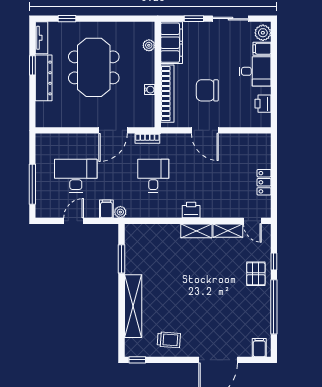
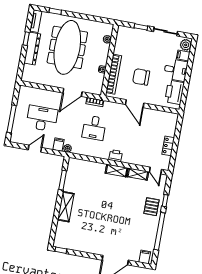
filing cabinet: (172, 43) -> (123, 40), removed
meeting table: (94, 67) -> (67, 47), width x1.36
printer: (263, 104) -> (175, 92), width x1.87, depth x1.48
desk: (153, 176) -> (94, 128), turned 180
shelving: (133, 306) -> (66, 207), width x0.68
trolley: (169, 340) -> (85, 241), removed

